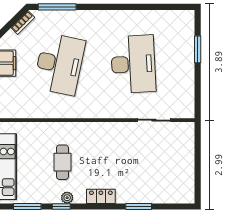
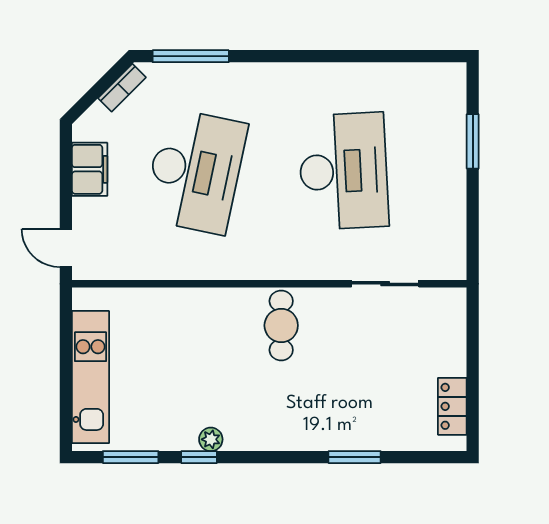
cafe table: (62, 162) -> (281, 325), moved
locker: (101, 196) -> (452, 406), moved, turned -90

